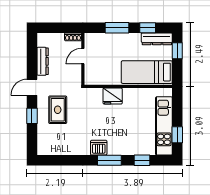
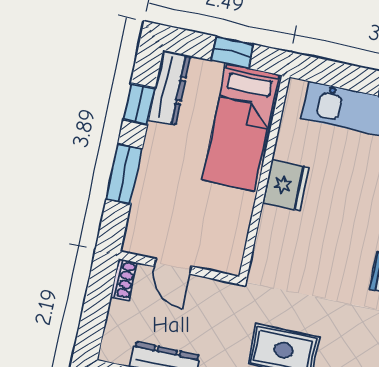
window: (177, 51) -> (232, 52), moved
fridge: (113, 96) -> (286, 185), moved

